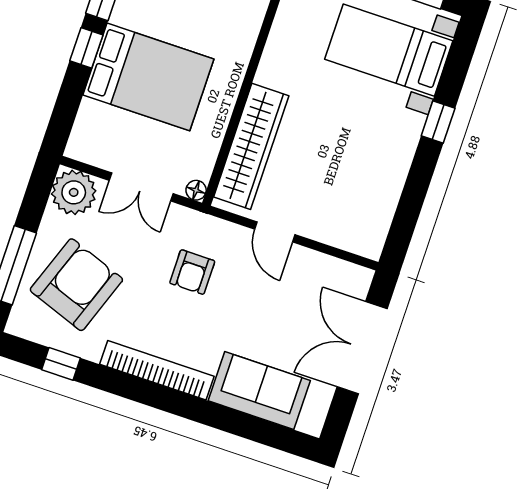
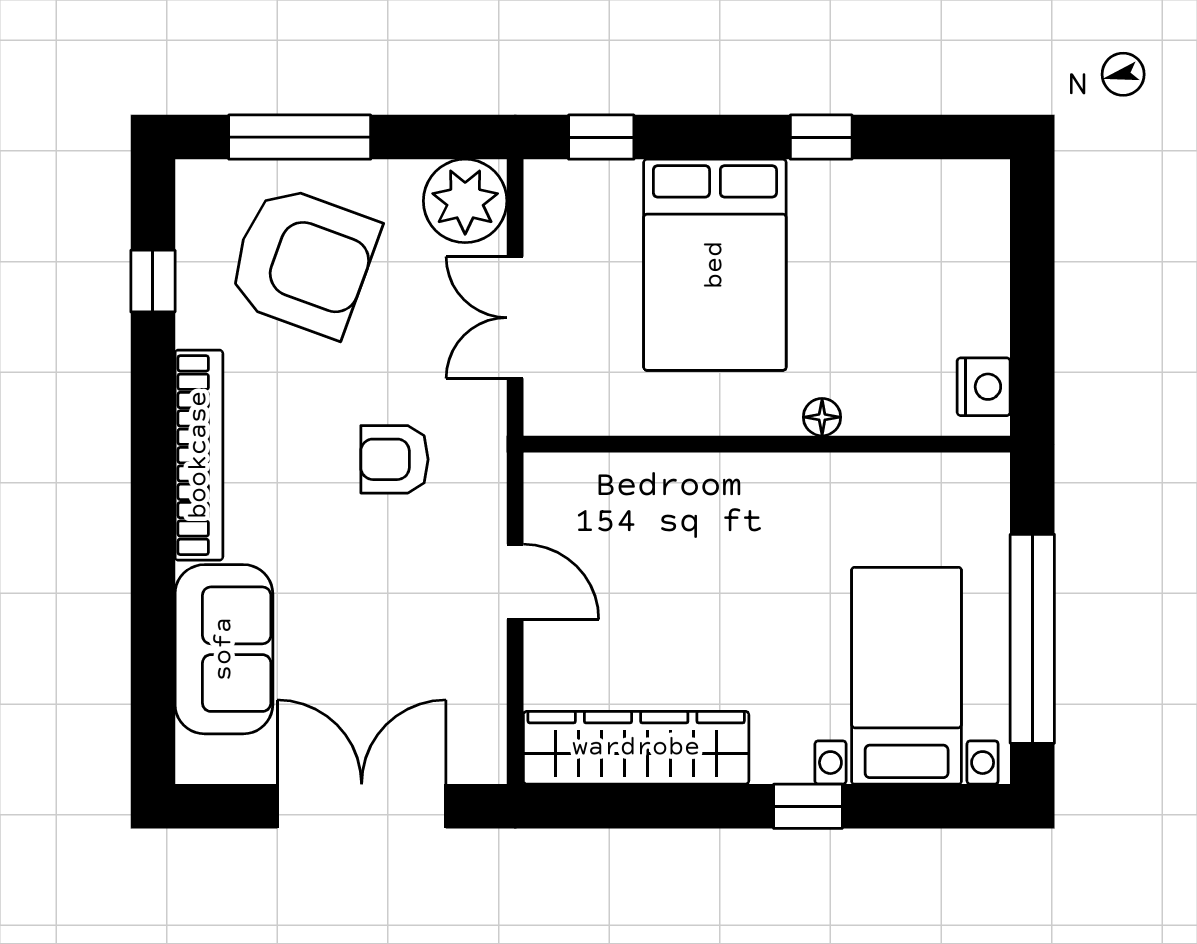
window: (86, 48) -> (601, 137), moved
wardrobe: (251, 146) -> (636, 748), moved, turned 180
floor lamp: (196, 190) -> (822, 417), moved
door: (275, 232) -> (515, 582), swing flipped

